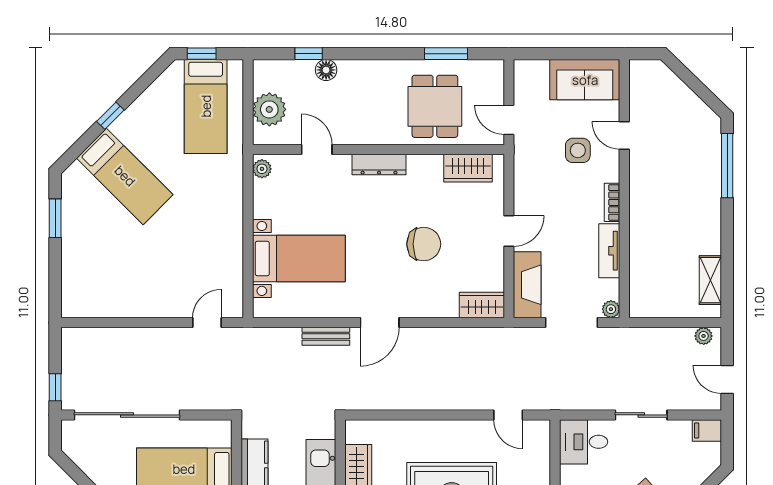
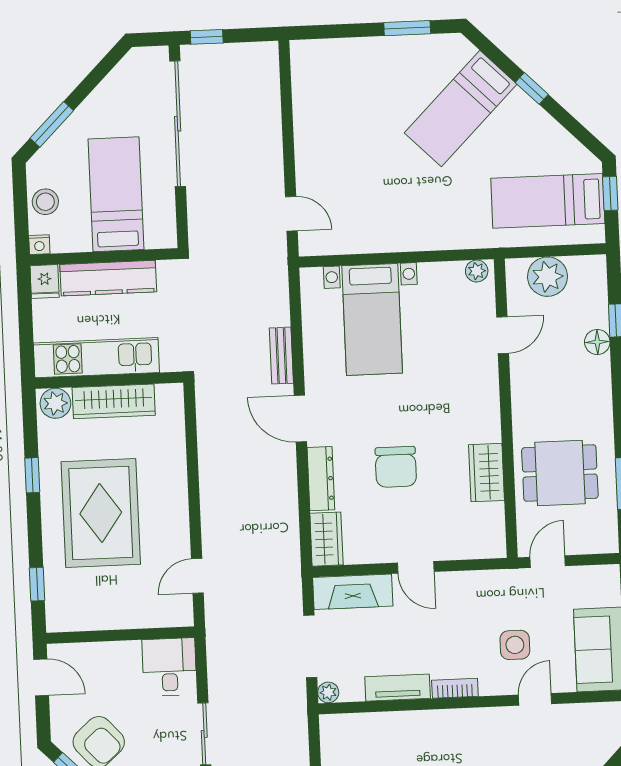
dresser: (379, 165) -> (321, 479), moved, turned 180
wardrobe: (468, 168) -> (486, 473), moved

